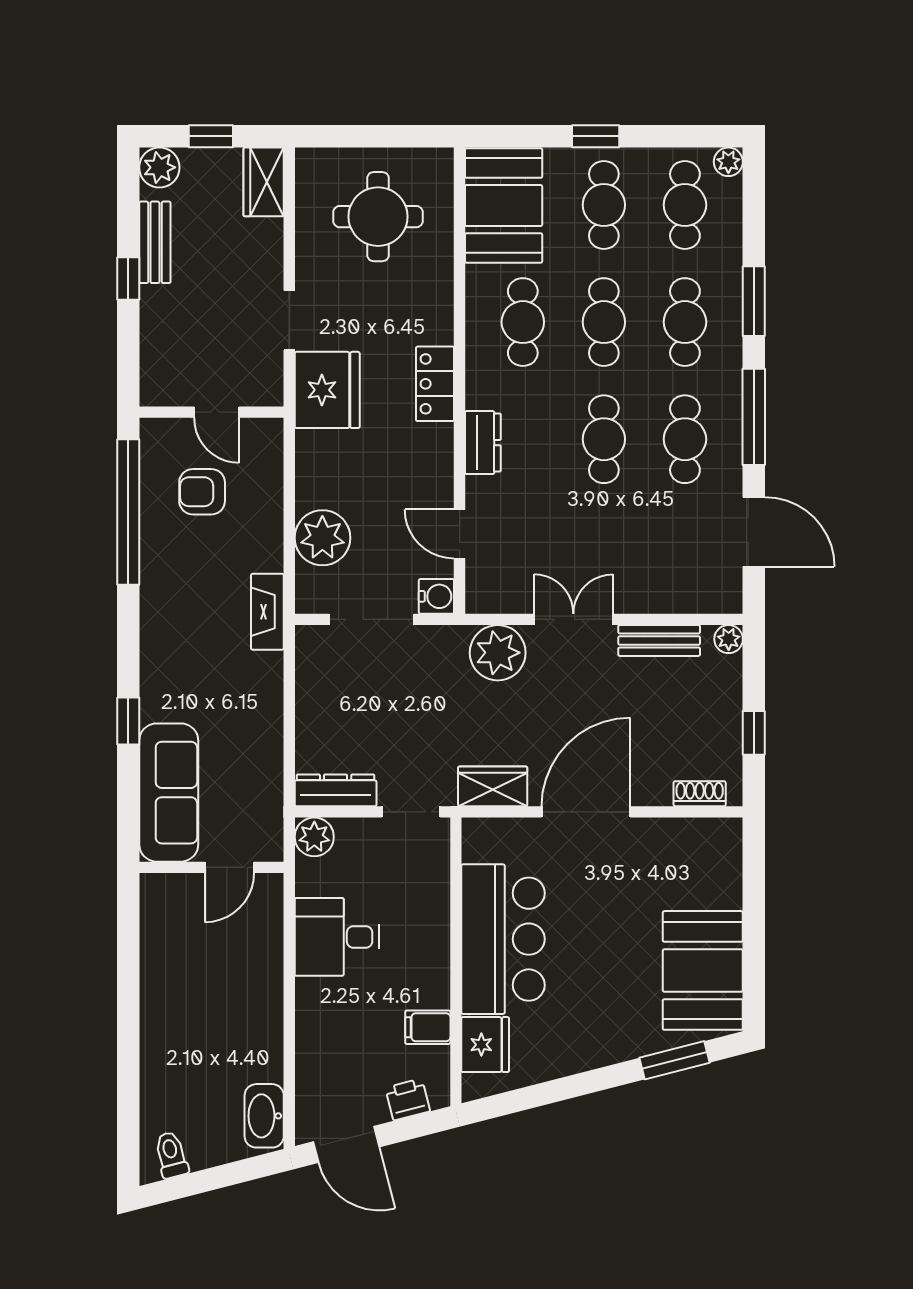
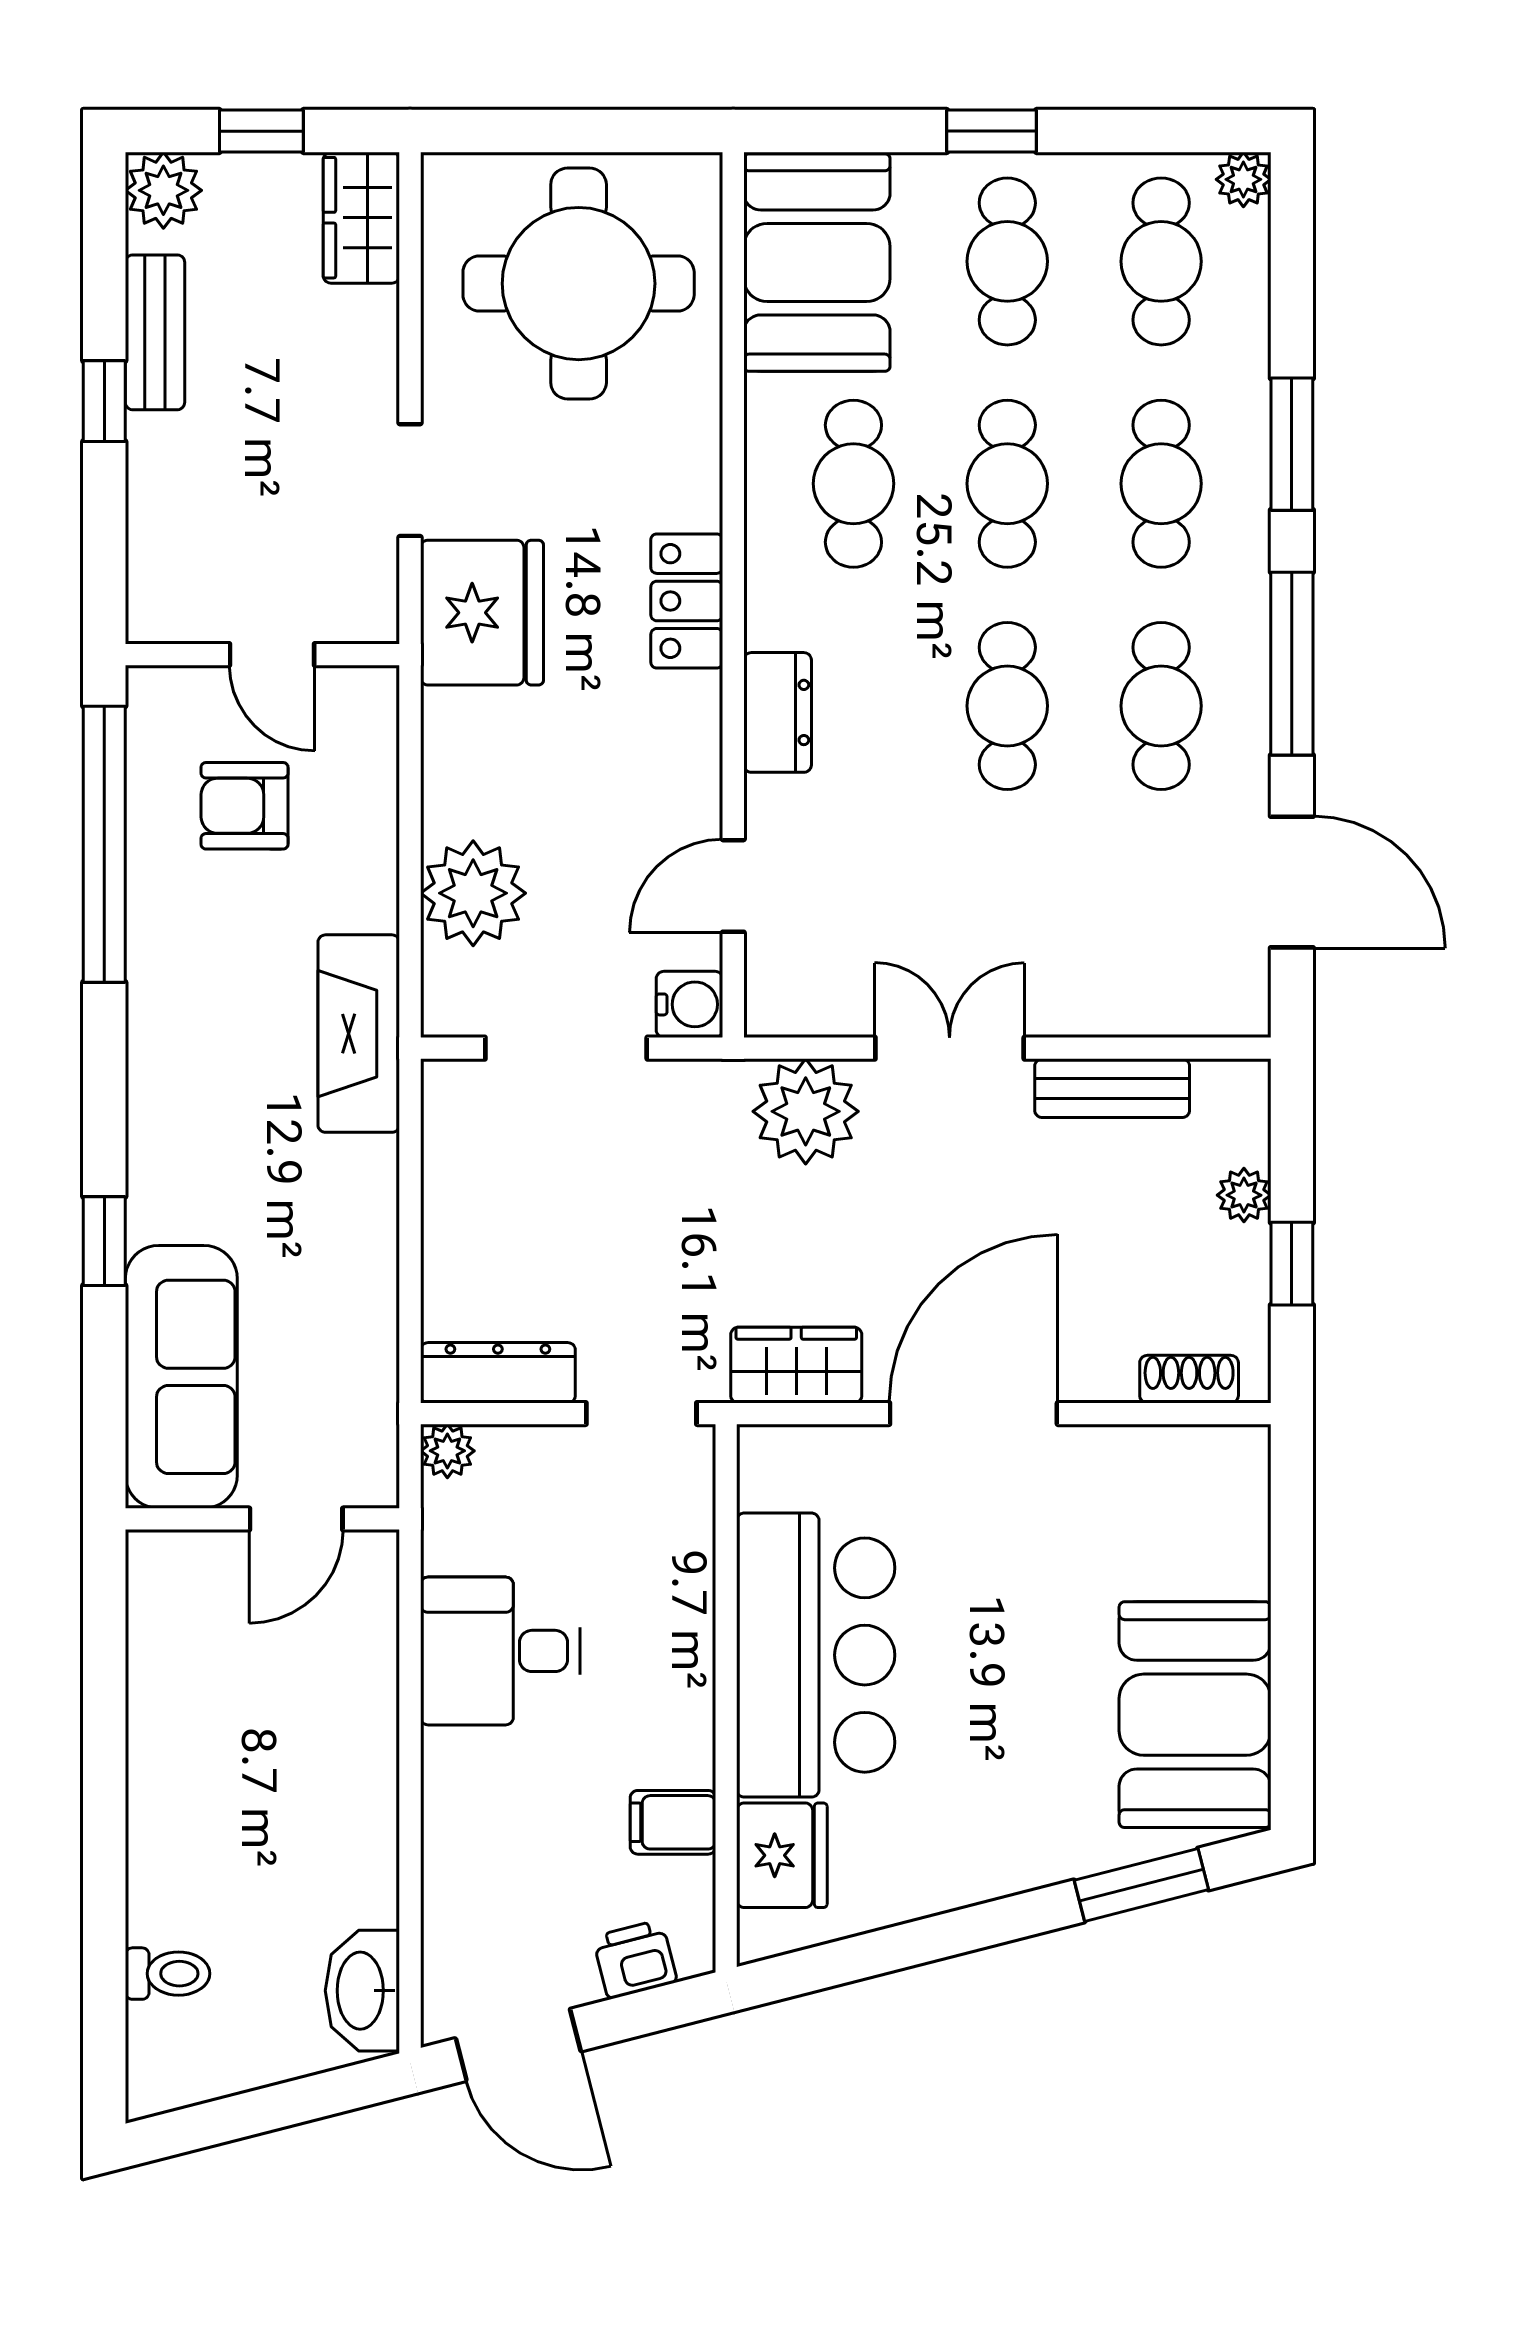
round table: (378, 217) -> (579, 284), width x1.36, depth x1.36
door: (460, 534) -> (733, 886), hinge flipped
fireplace: (267, 612) -> (359, 1034), width x1.37, depth x1.32
plant: (729, 639) -> (1244, 1195), moved
plant: (314, 837) -> (447, 1451), width x0.73, depth x0.73
toilet: (171, 1155) -> (168, 1974), moved, turned 104

